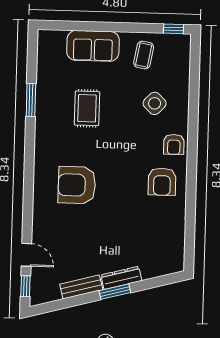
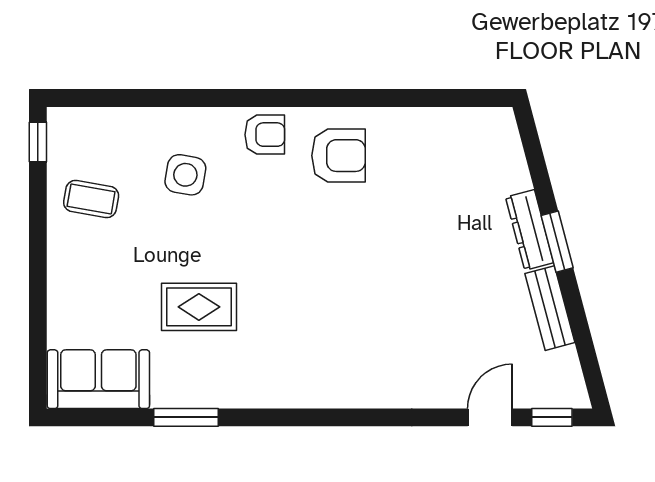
sofa: (93, 46) -> (98, 379), moved, turned -90
side table: (155, 103) -> (185, 175), turned -34
armchair: (77, 185) -> (350, 322), removed

